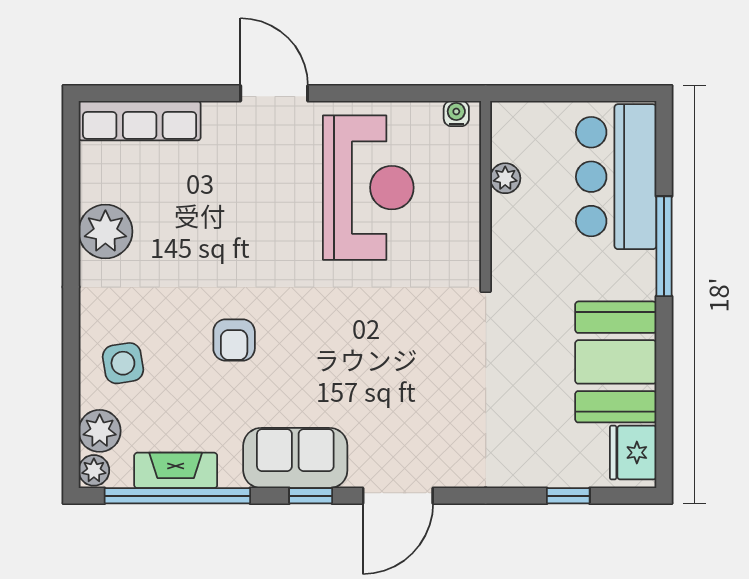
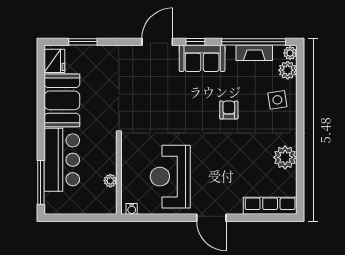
bar counter: (616, 177) -> (62, 160), moved
window: (664, 246) -> (41, 182), moved
window: (568, 496) -> (83, 42), width x1.50

